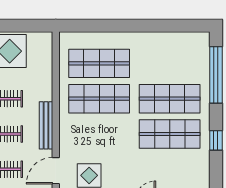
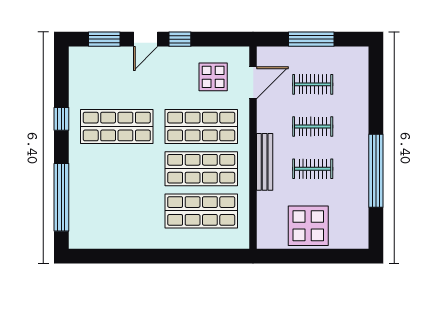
shop shelf: (170, 99) -> (201, 127), moved
bench: (46, 125) -> (265, 162), moved

